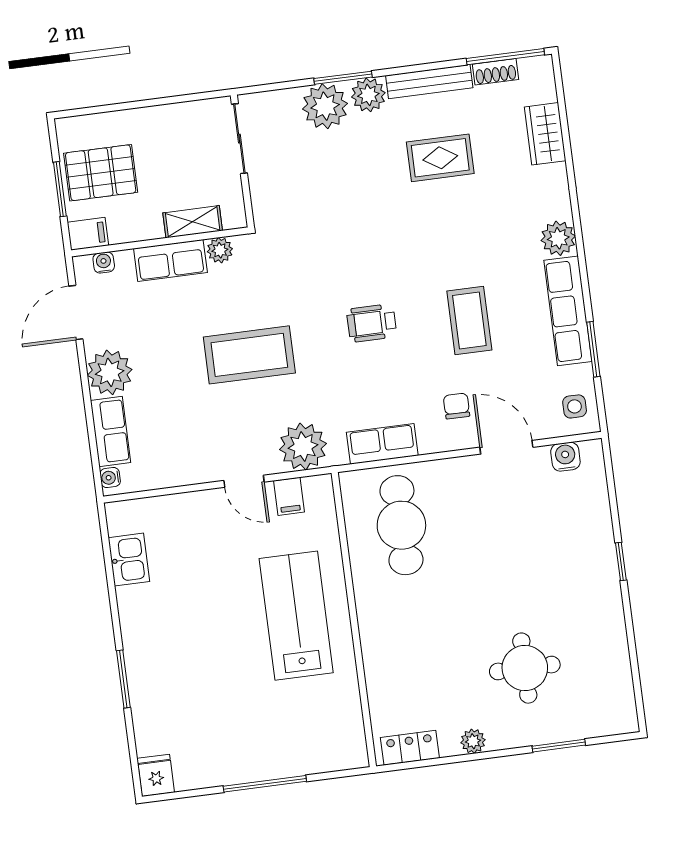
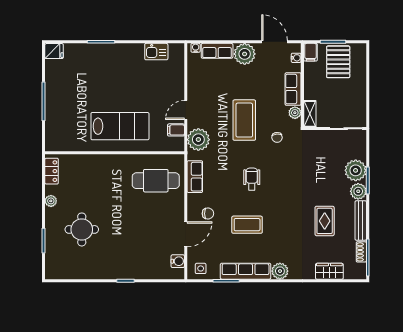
shelving: (193, 222) -> (310, 114), moved
chair: (277, 281) -> (277, 137), added

